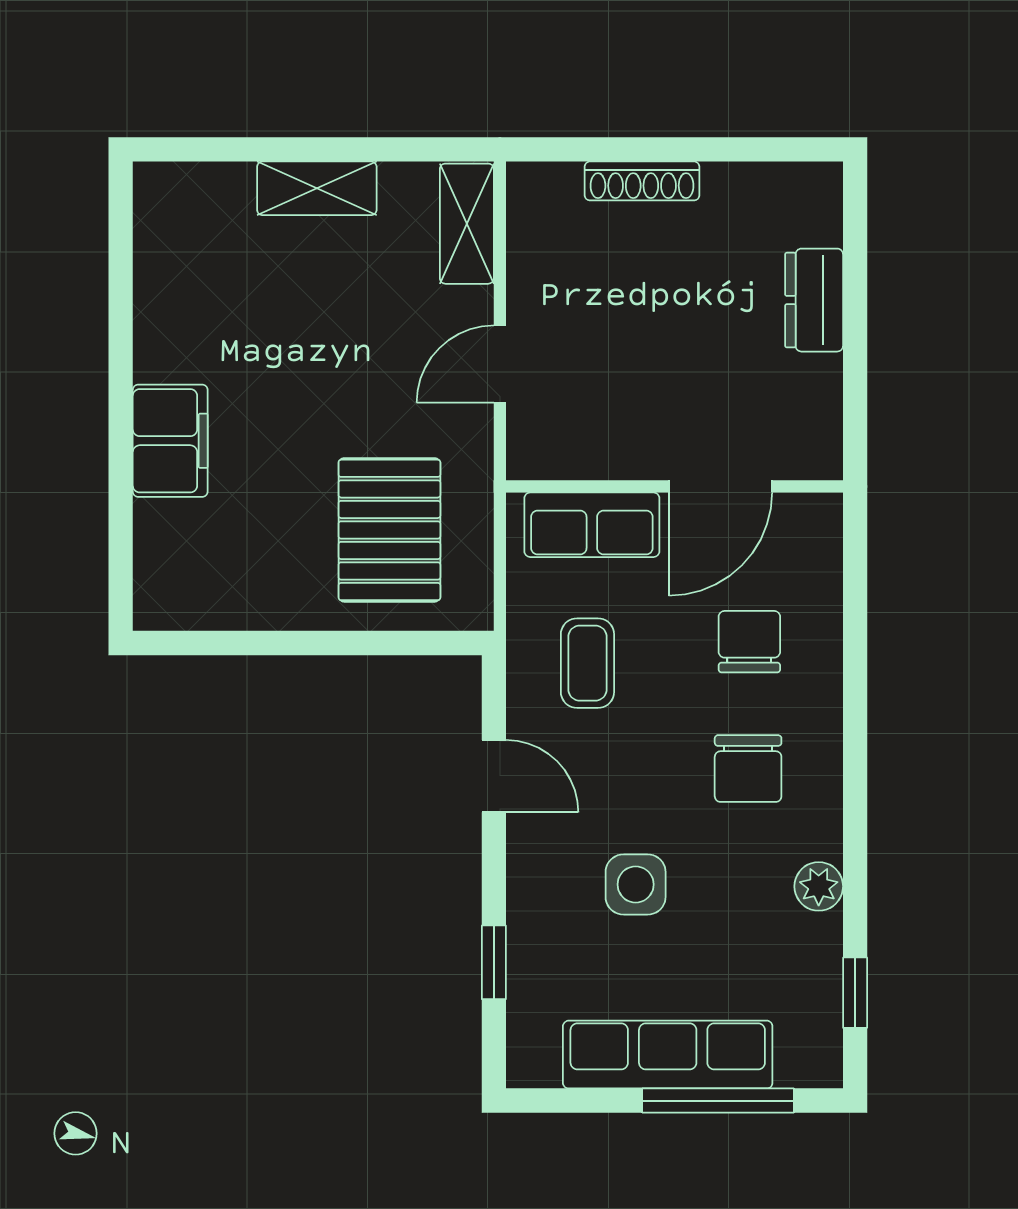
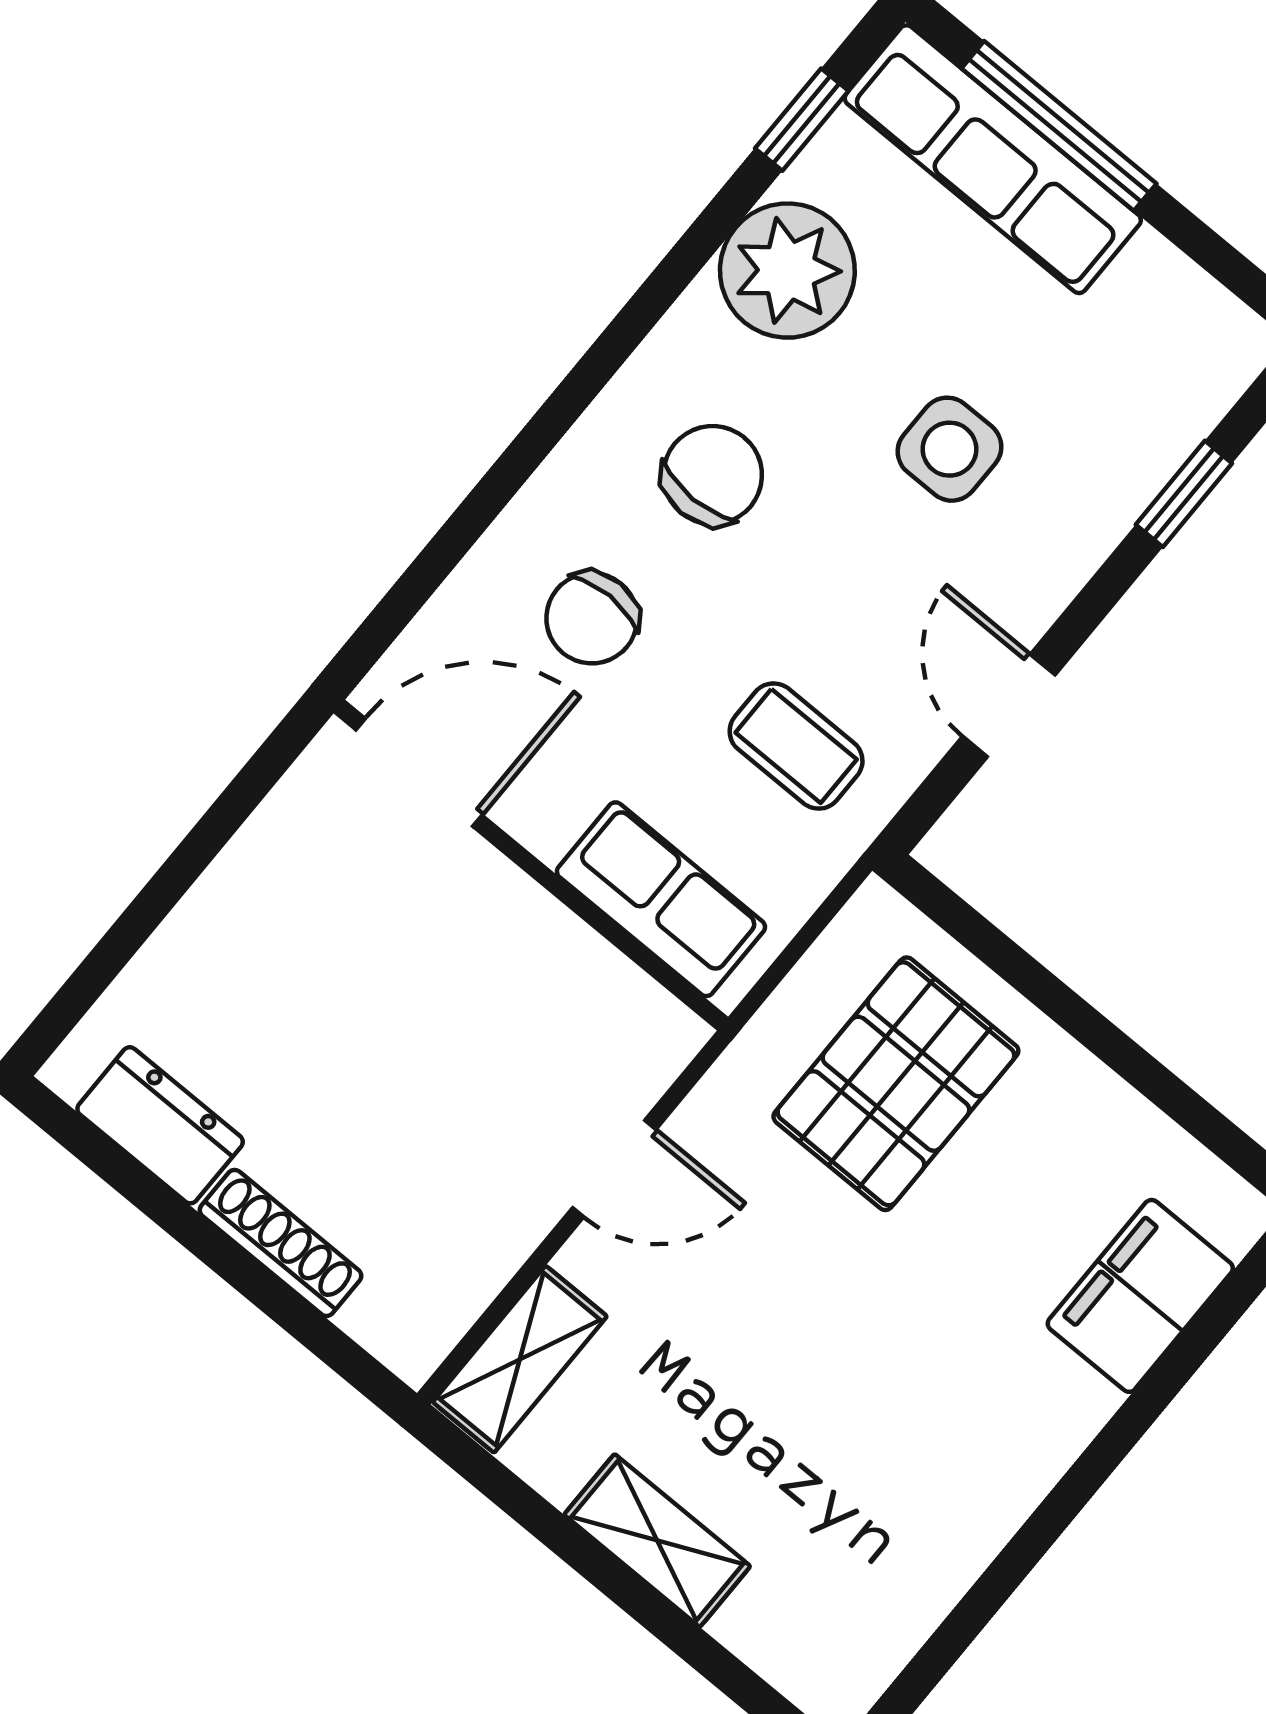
dresser: (814, 300) -> (160, 1125), moved, turned -90
filing cabinet: (170, 441) -> (1140, 1296), moved
door: (720, 486) -> (419, 772), moved
coffee table: (587, 663) -> (796, 746), turned 90
plant: (819, 886) -> (787, 271), width x1.88, depth x1.88
row of seats: (668, 1055) -> (993, 159), moved

